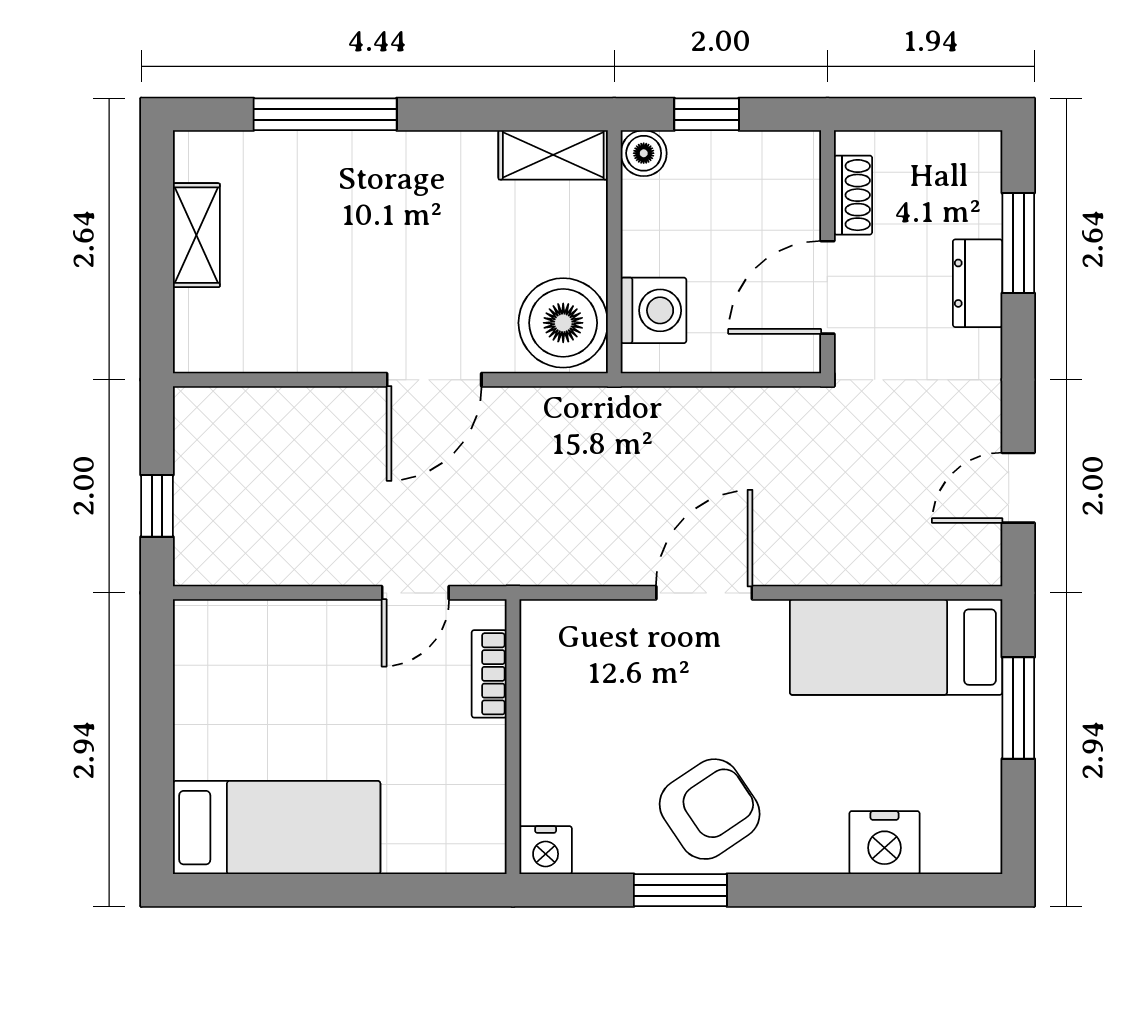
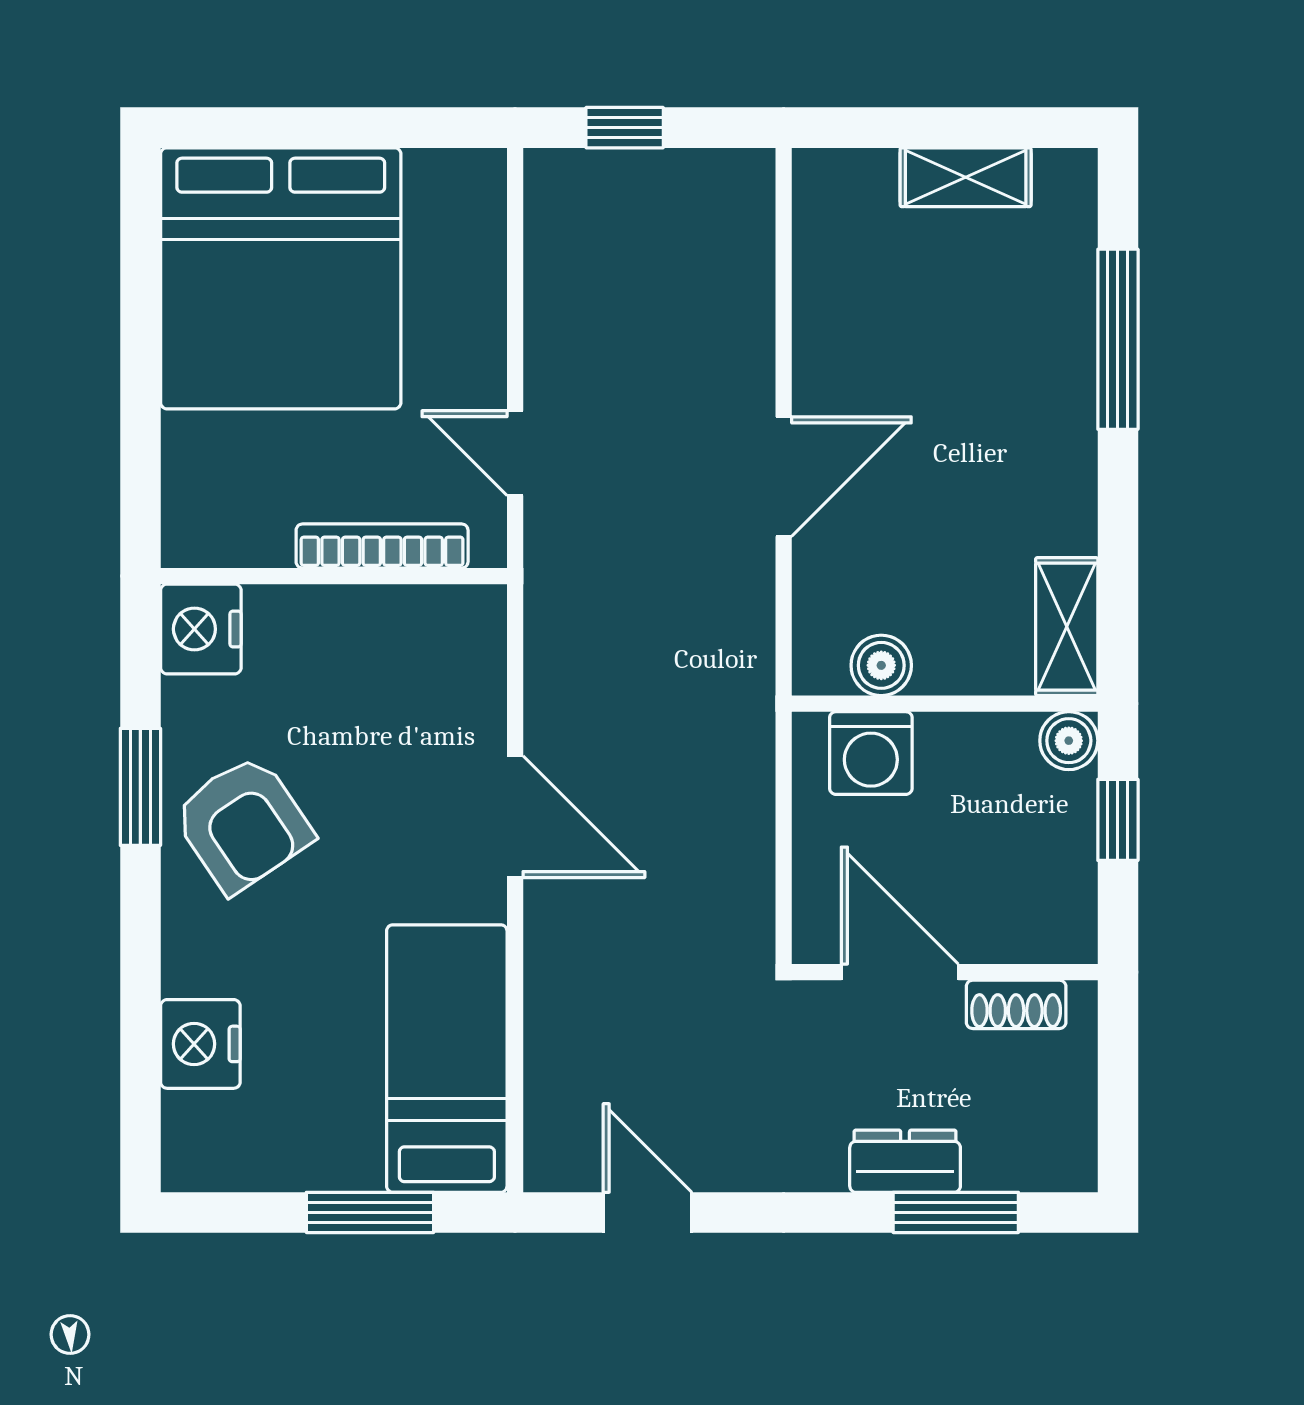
boiler: (563, 323) -> (881, 665), width x0.54, depth x0.54
door: (434, 380) -> (784, 477), swing flipped
bookcase: (489, 674) -> (382, 546), width x1.56
bed: (277, 828) -> (281, 278), width x2.04
nightstand: (546, 850) -> (201, 629), width x1.36, depth x1.33

